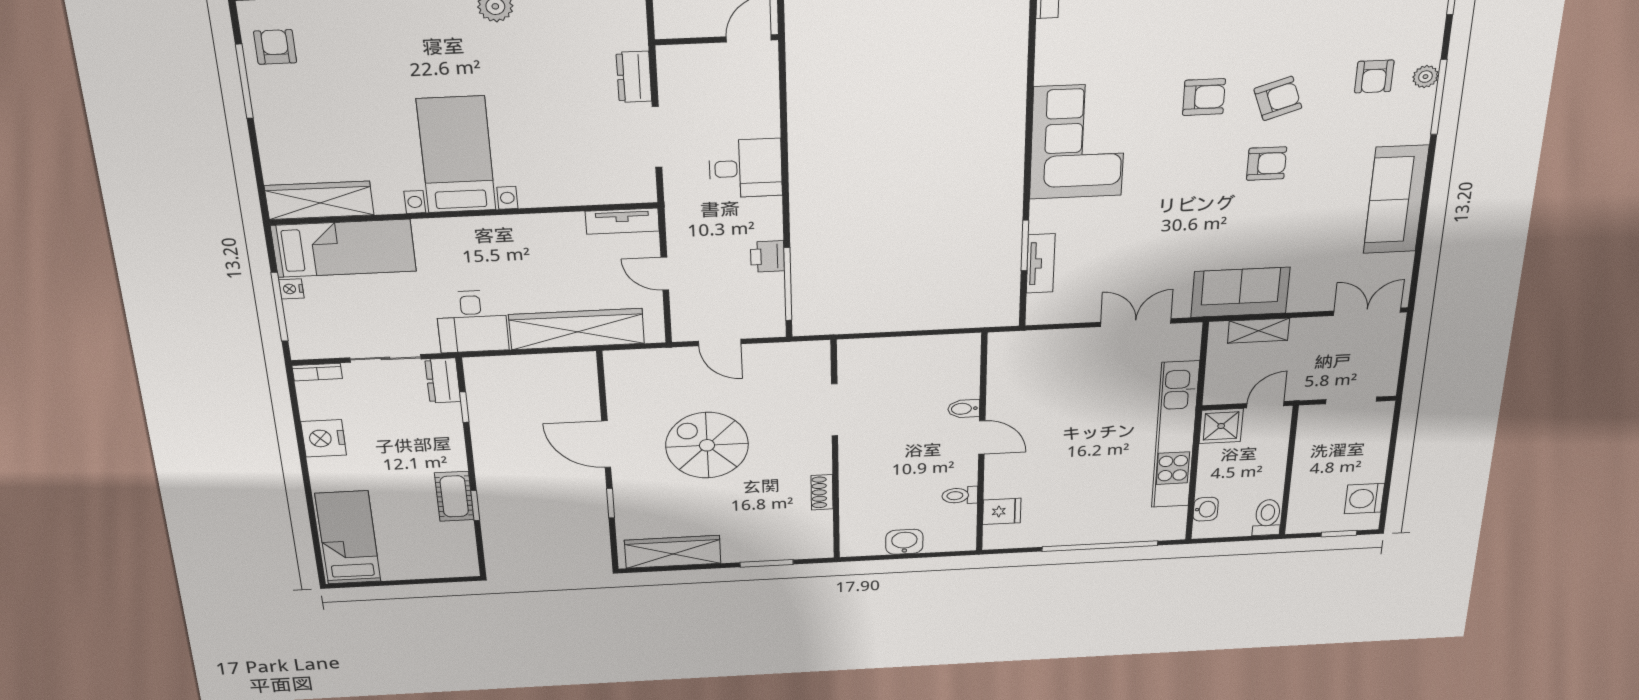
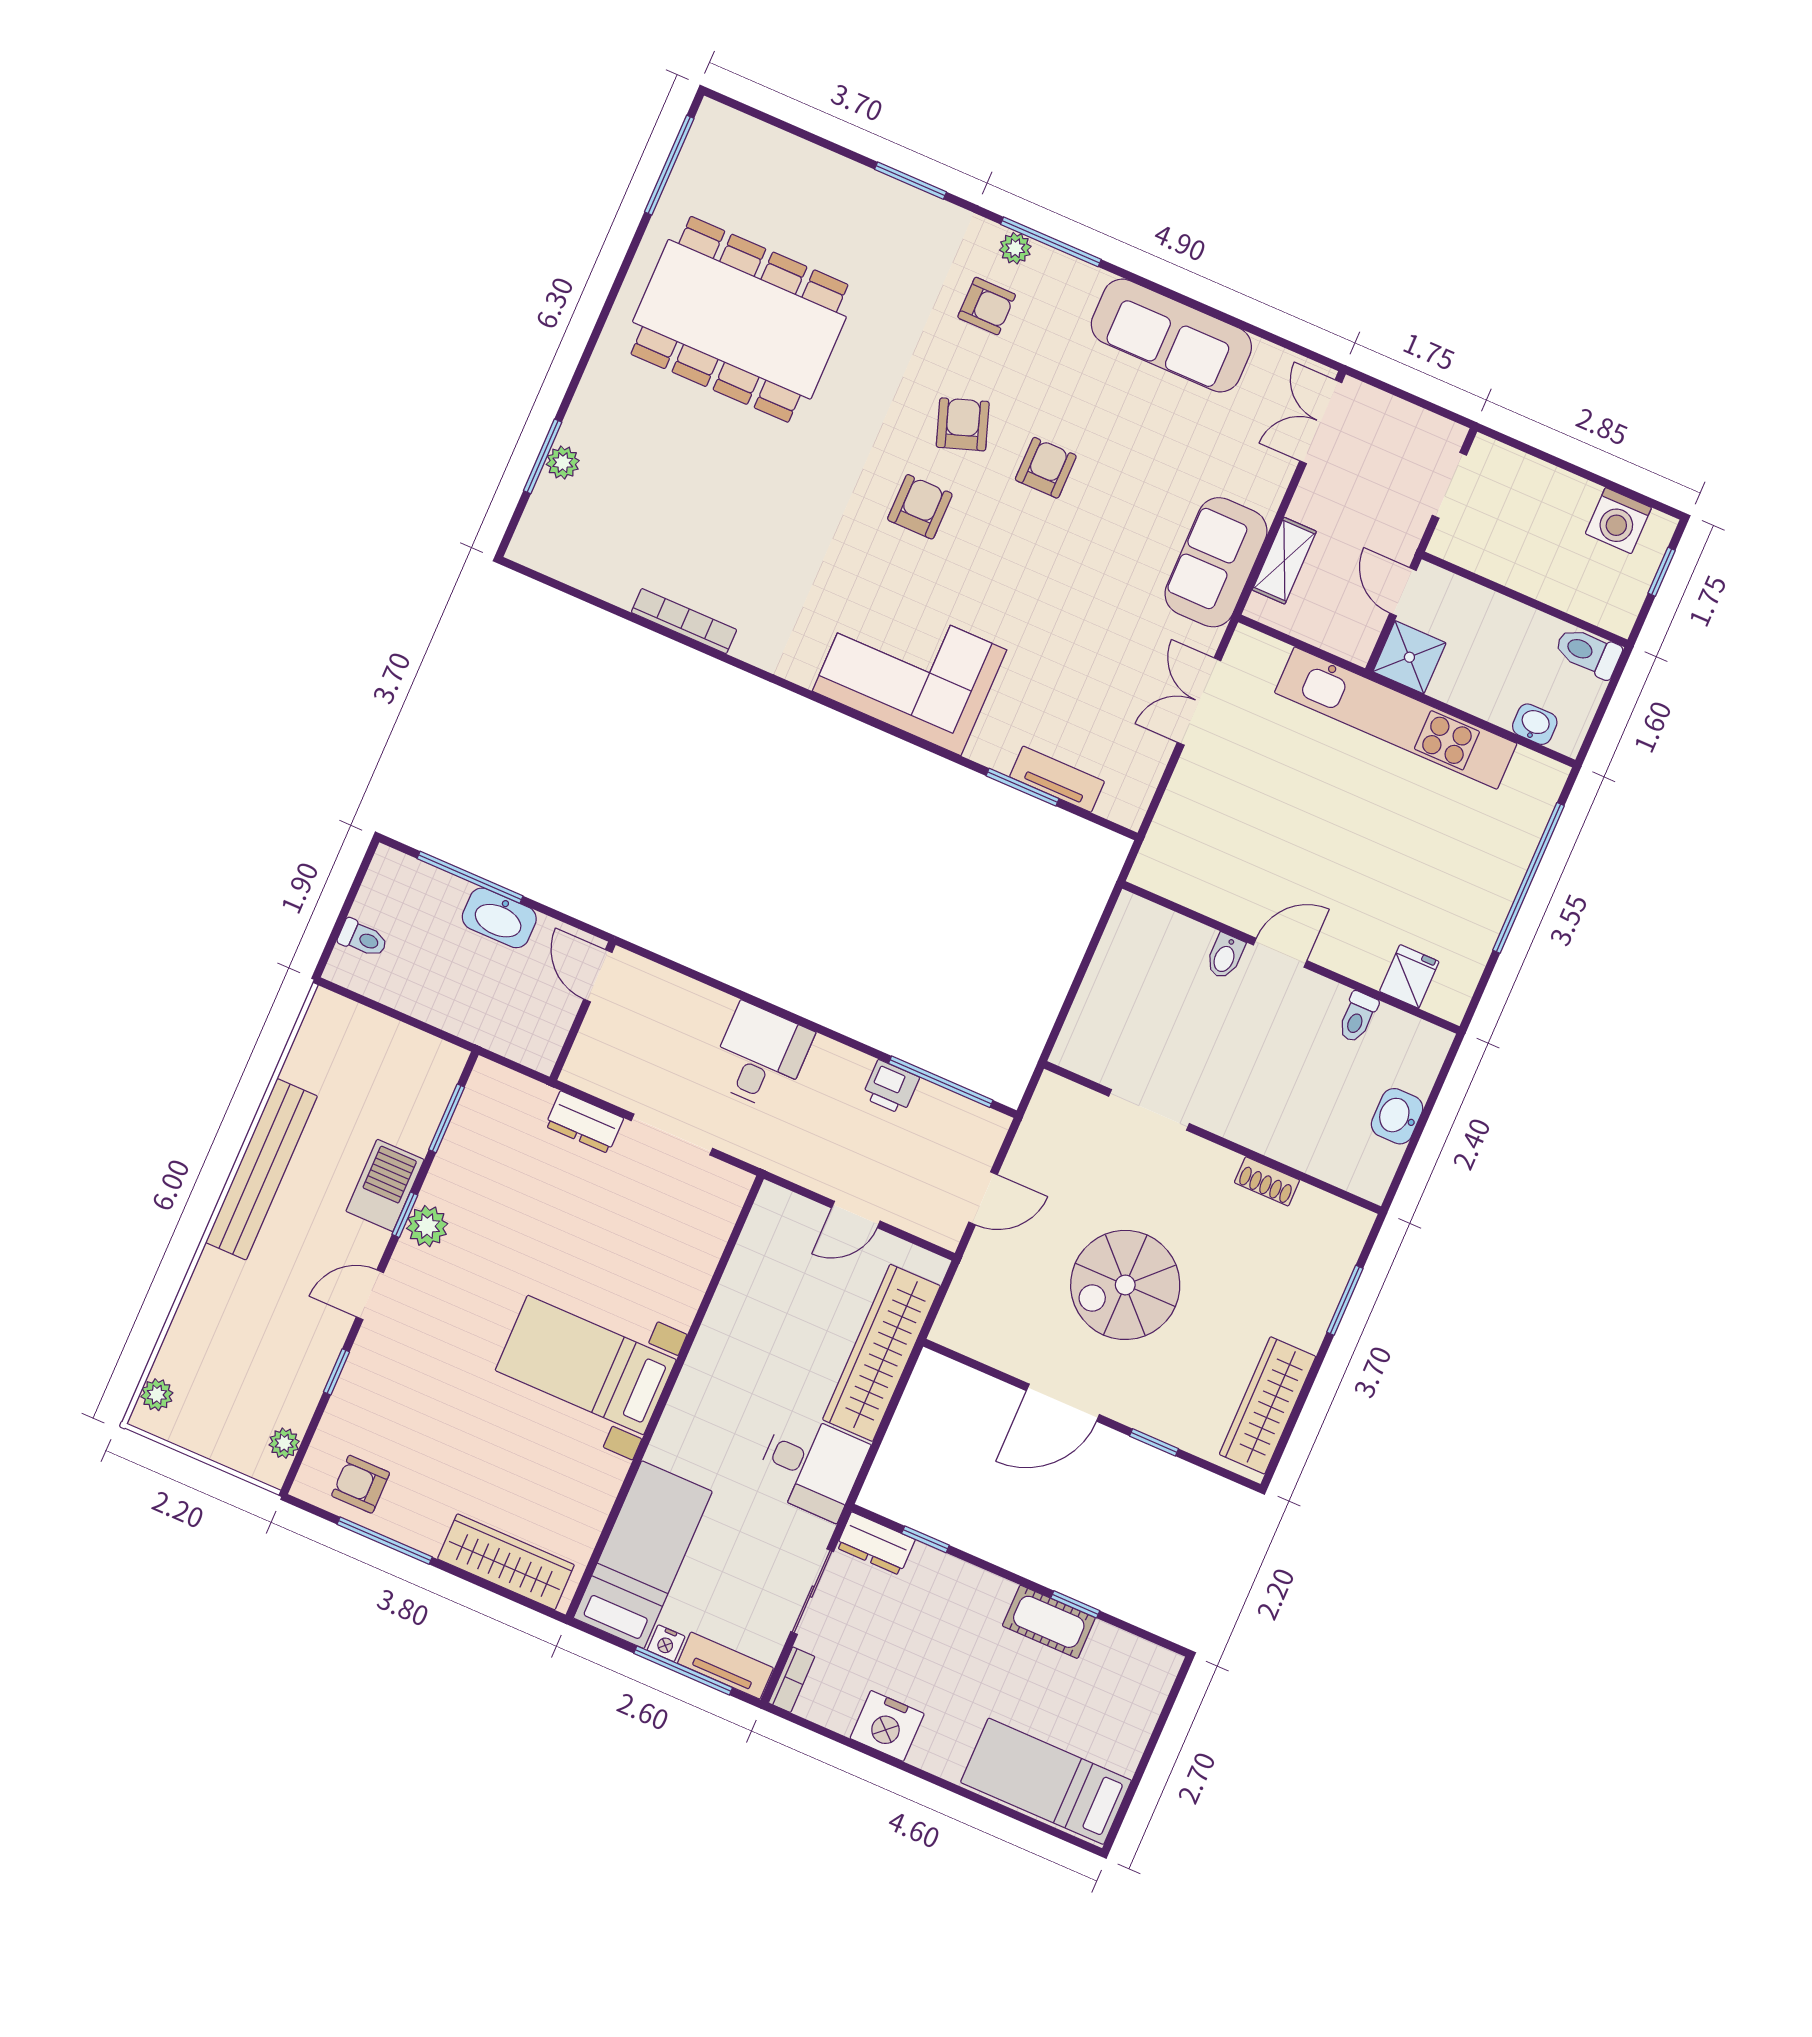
wardrobe: (319, 200) -> (506, 1562), moved, turned 90
tv unit: (622, 221) -> (725, 1666), moved, turned -90

